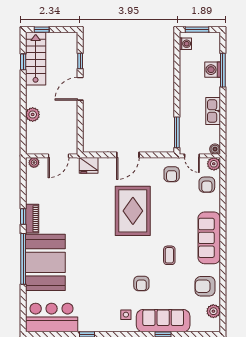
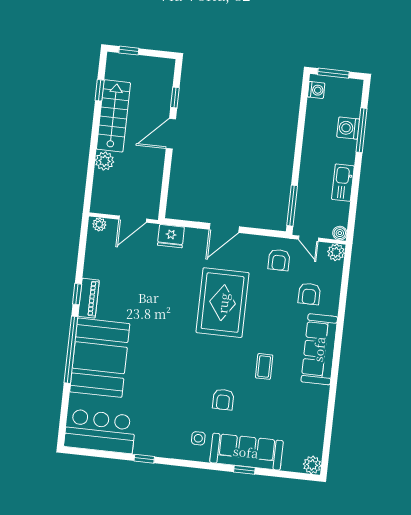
stairs: (36, 59) -> (113, 116), moved
armchair: (207, 185) -> (309, 294), moved
armchair: (205, 286) -> (307, 412), removed
plant: (213, 311) -> (312, 465), moved

